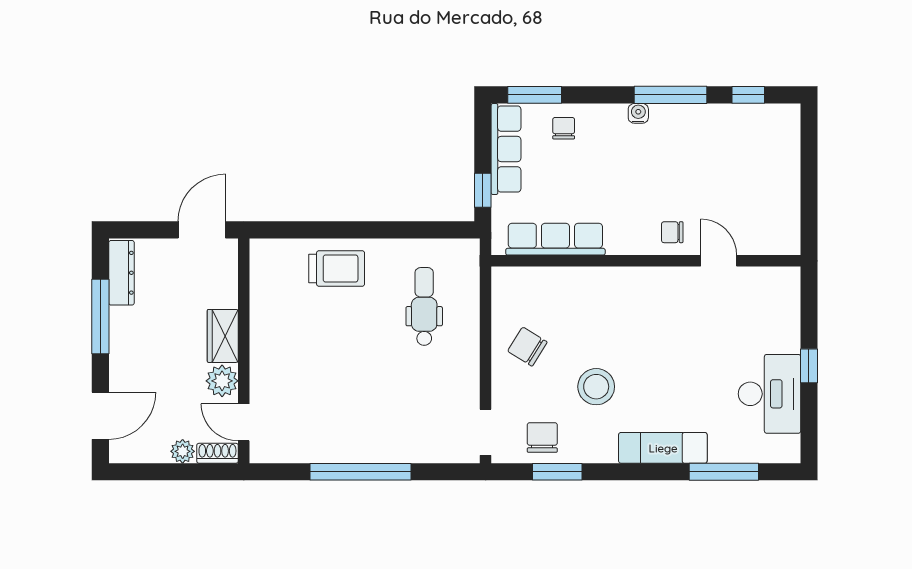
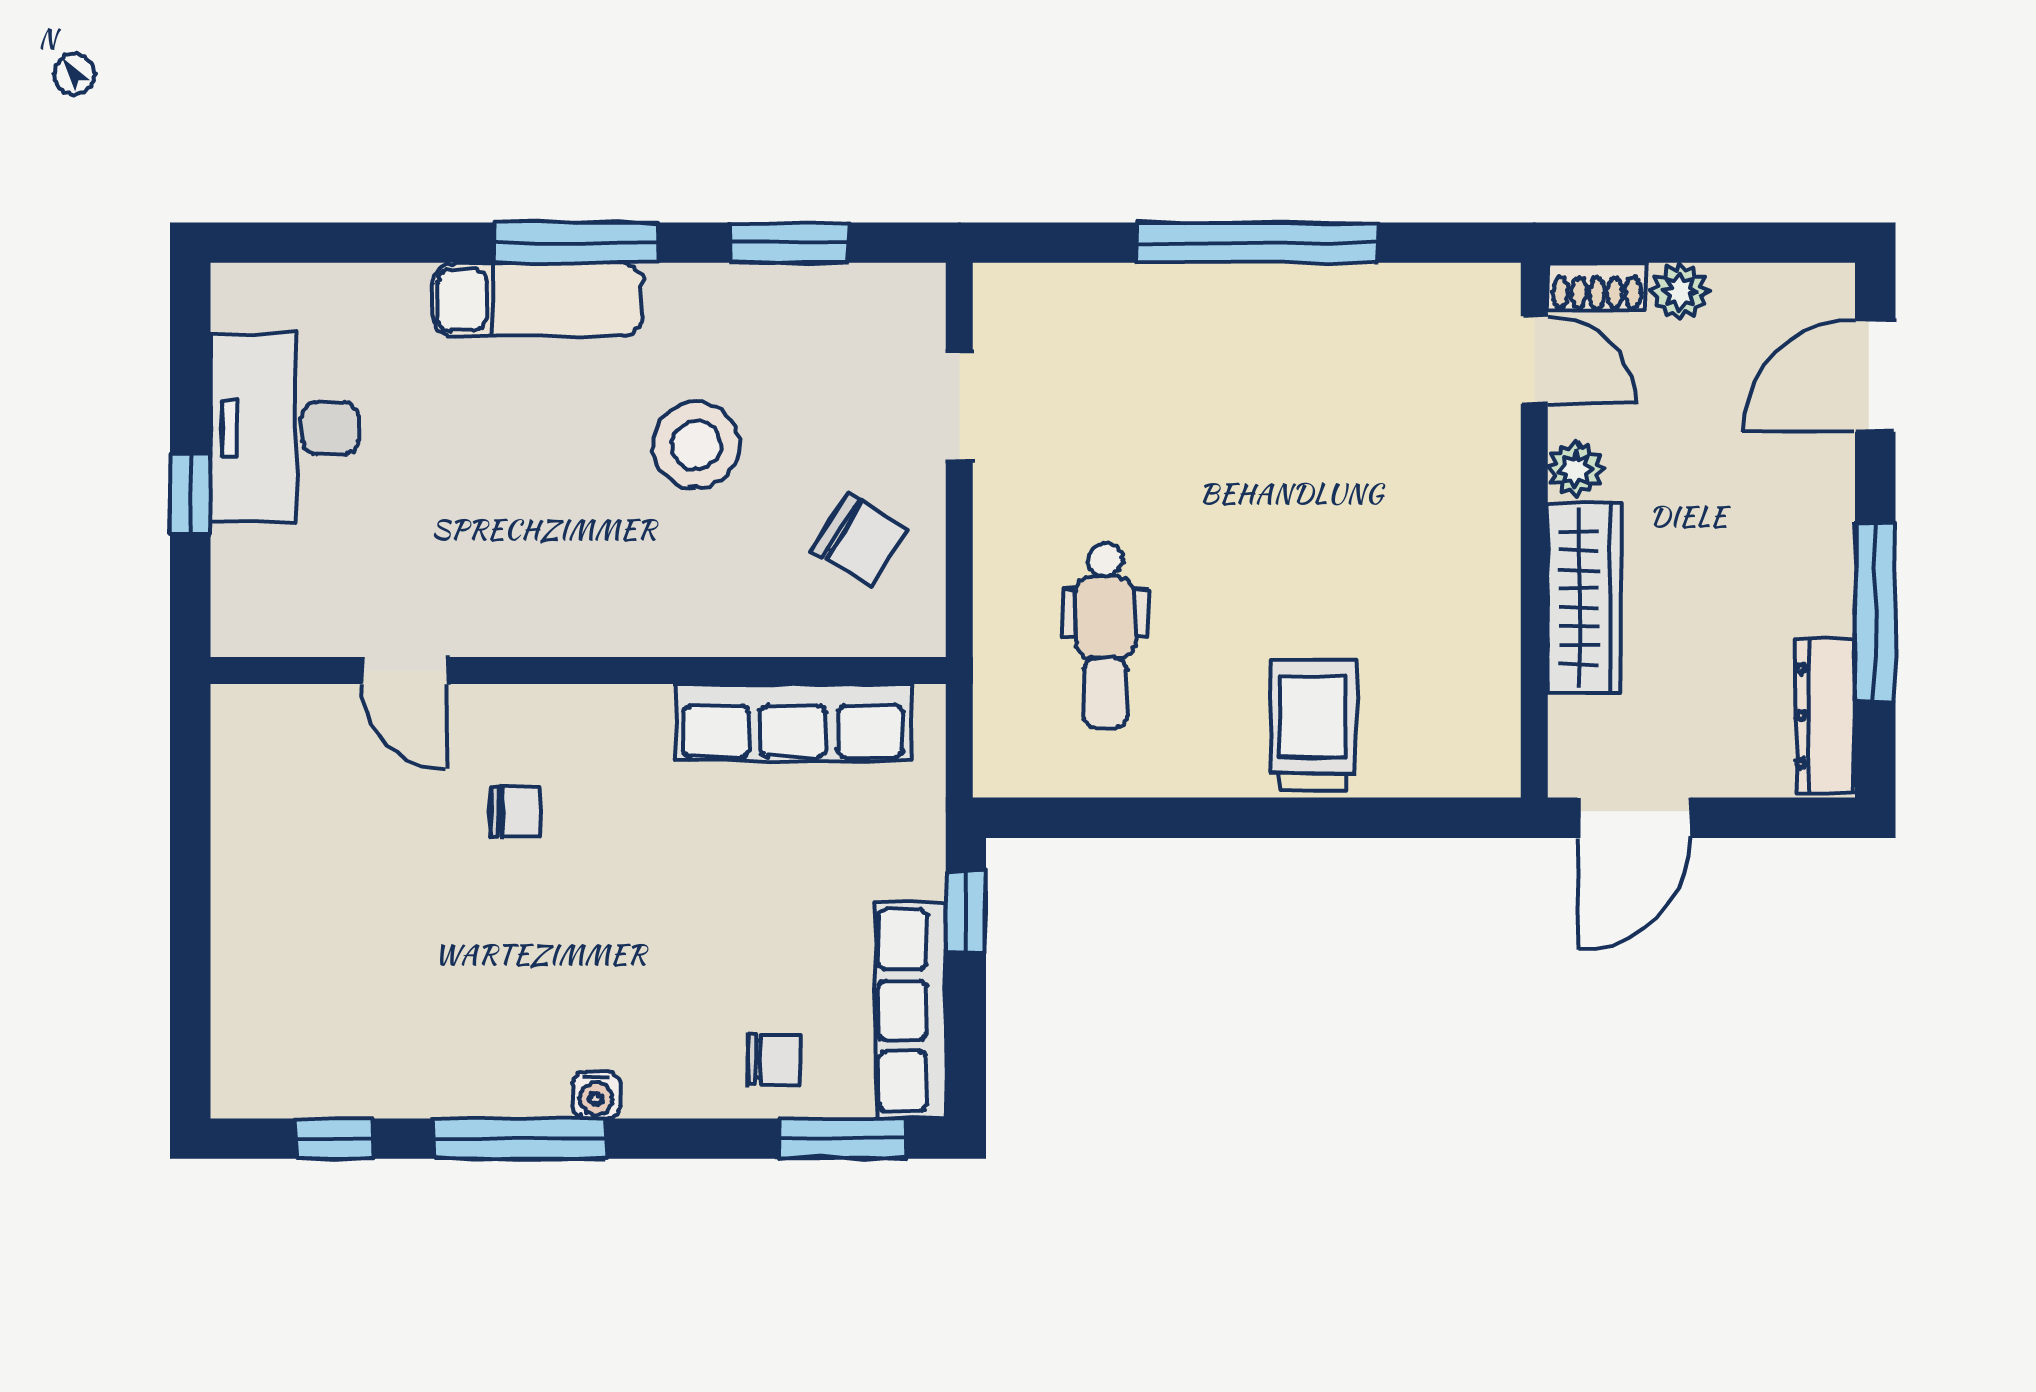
chair: (564, 128) -> (774, 1059), turned -90
row of seats: (555, 239) -> (793, 722), moved
wall: (646, 261) -> (578, 671), moved
door: (719, 261) -> (405, 671), moved
trolley: (337, 268) -> (1313, 726), turned 90
wardrobe: (223, 336) -> (1584, 597), width x1.50
plant: (222, 381) -> (1575, 469), width x0.73, depth x0.73
doorway: (486, 432) -> (959, 406), moved
chair: (542, 438) -> (824, 324), removed
window: (724, 472) -> (576, 243), moved

